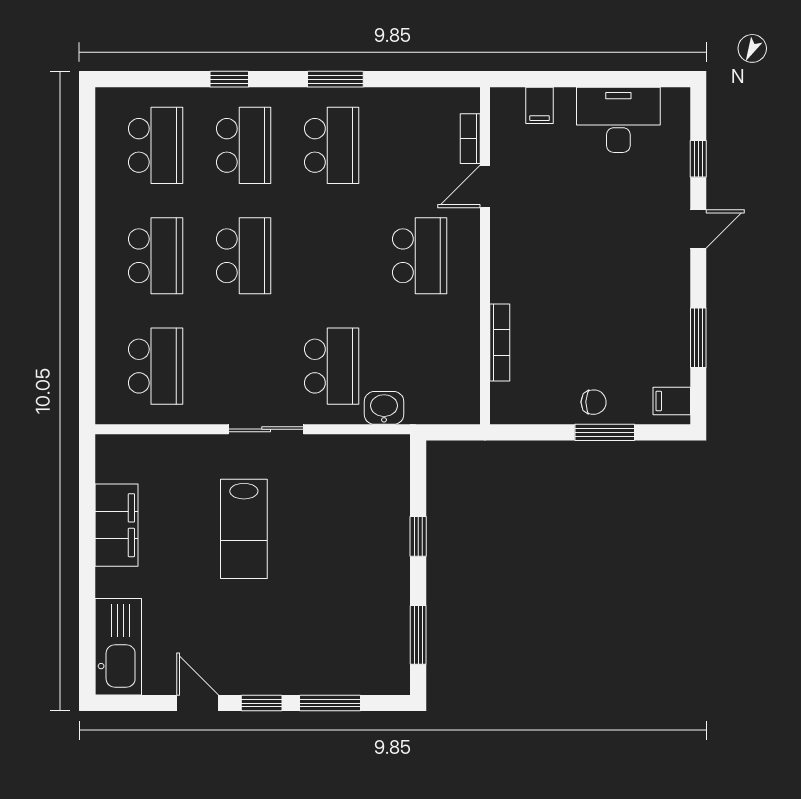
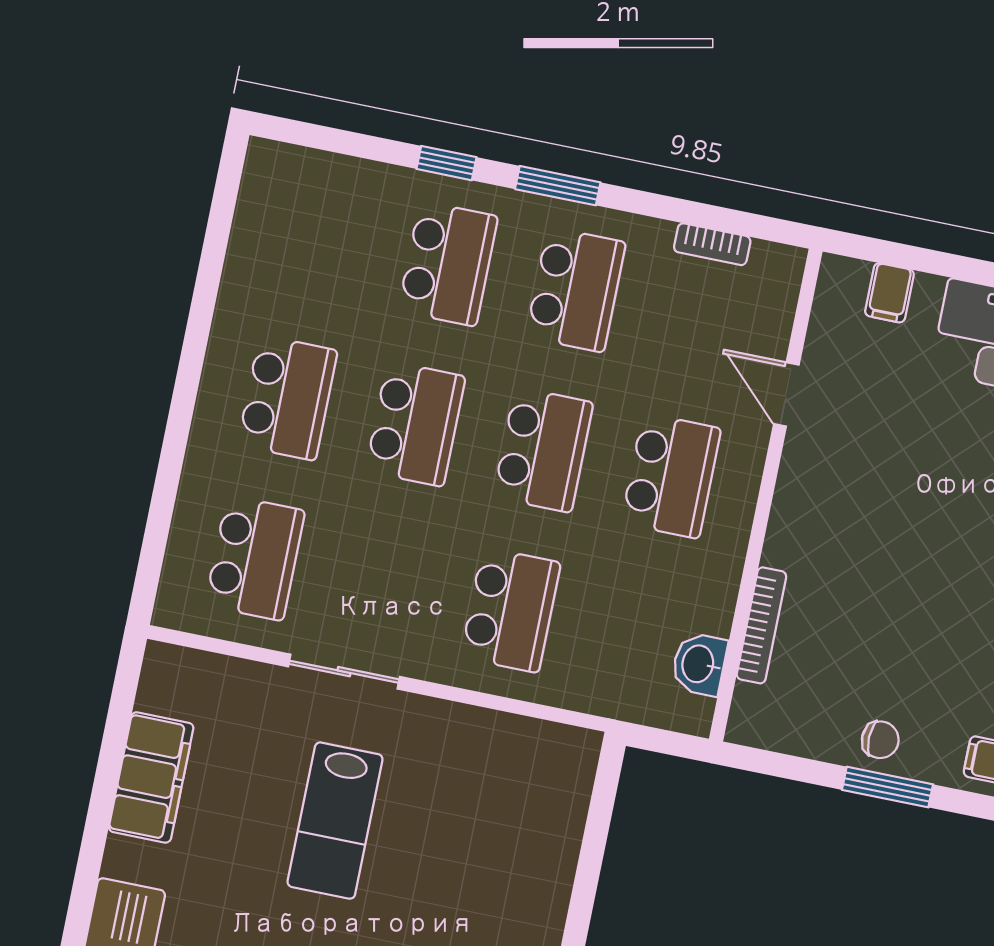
window: (335, 79) -> (558, 186), moved
bookcase: (470, 139) -> (712, 244), moved, turned -90
school desk: (156, 145) -> (543, 450), moved
door: (485, 186) -> (786, 394), hinge flipped
washbasin: (384, 408) -> (699, 664), moved, turned -90
sliding door: (266, 429) -> (344, 672), moved
window: (418, 536) -> (586, 883), removed

